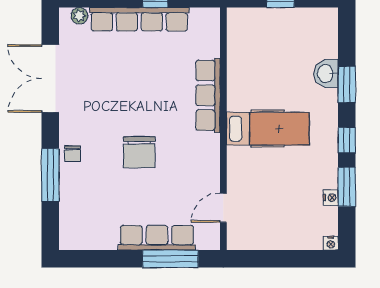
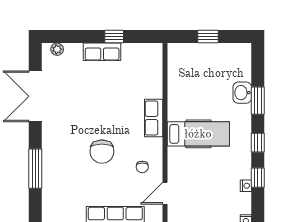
row of seats: (139, 19) -> (102, 52), width x0.50
row of seats: (208, 95) -> (154, 118), width x0.68
chair: (73, 154) -> (142, 167), moved
window: (347, 187) -> (258, 178), width x0.67

